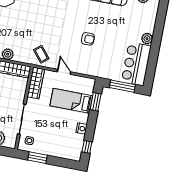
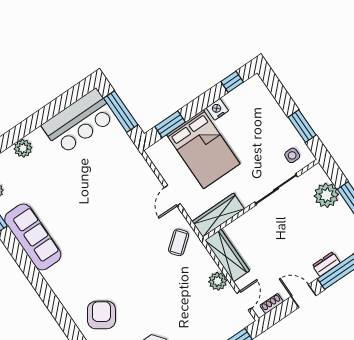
armchair: (88, 39) -> (106, 207), removed
plant: (147, 39) -> (23, 148), moved
bed: (71, 101) -> (203, 149), width x1.50

